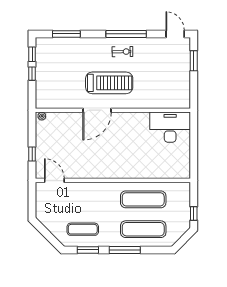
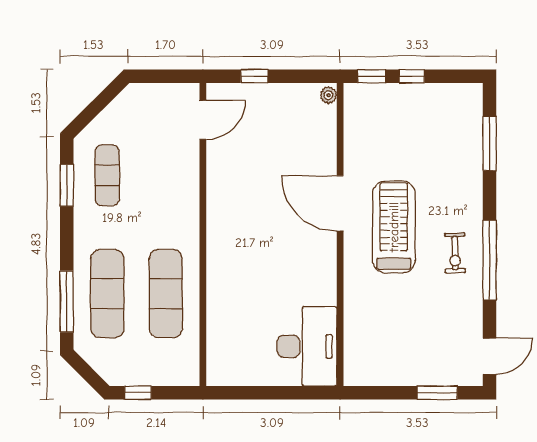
window: (32, 54) -> (372, 76), moved
treadmill: (109, 83) -> (394, 227), turned 180
window: (125, 250) -> (67, 301), moved

